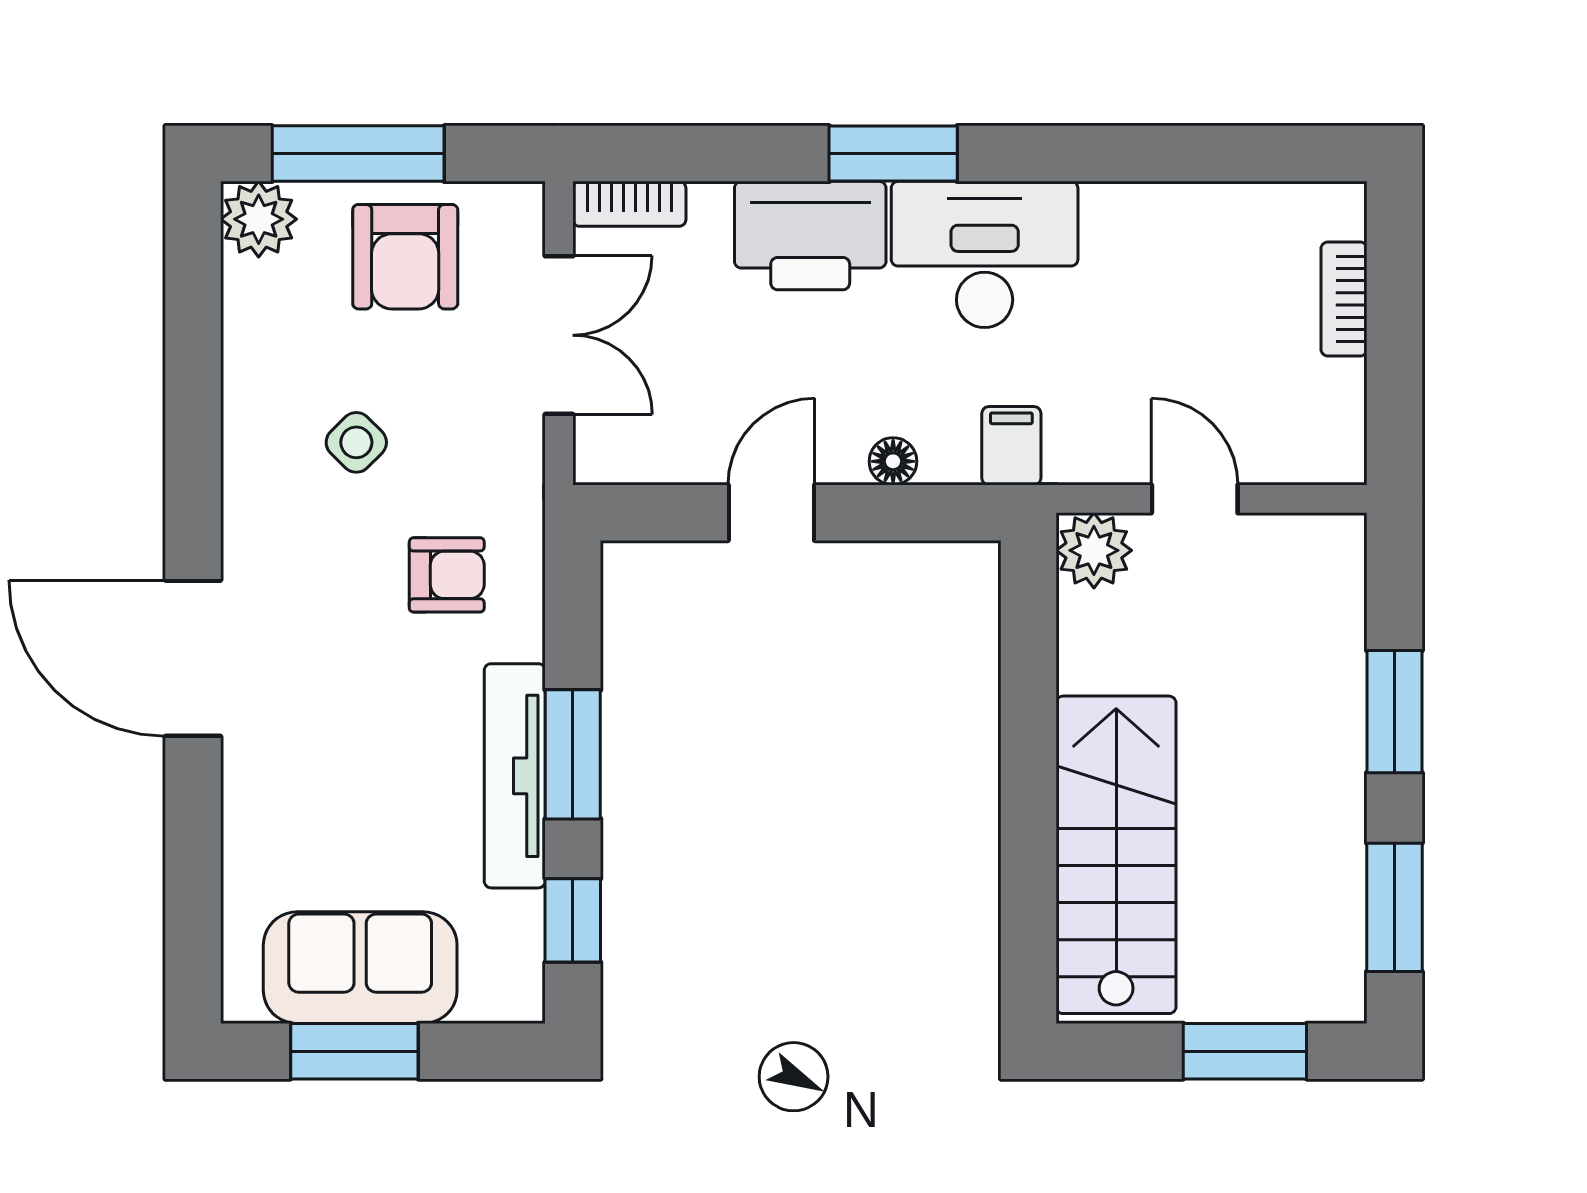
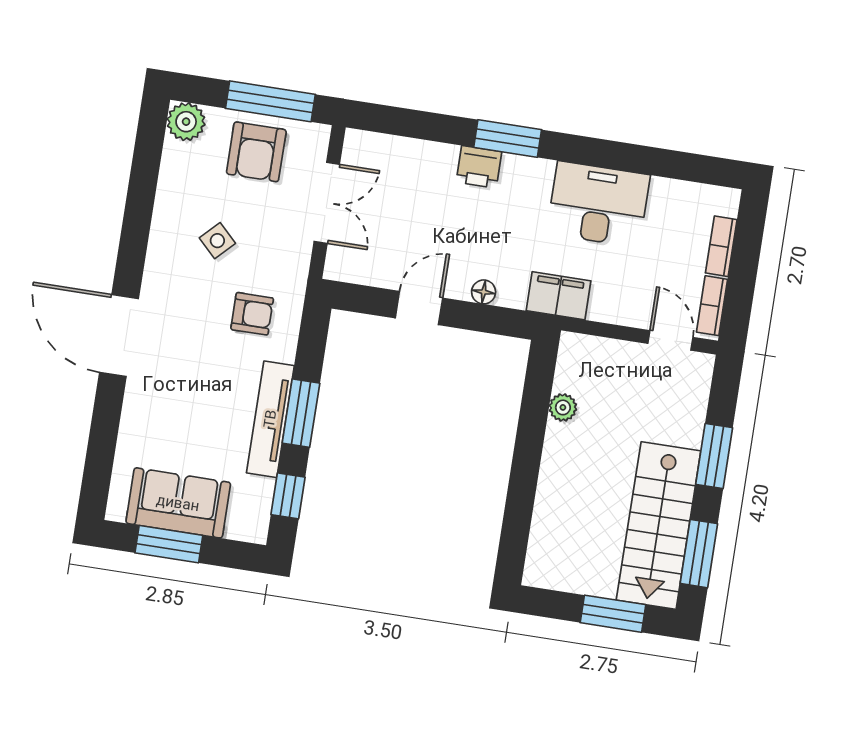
window: (358, 154) -> (270, 101), moved
bookcase: (629, 204) -> (712, 306), moved, turned 90
printer: (810, 236) -> (479, 167), width x0.53, depth x0.68
desk: (985, 254) -> (598, 204), moved
filing cabinet: (1011, 446) -> (559, 296), width x2.00
door: (1195, 499) -> (670, 340), moved
plant: (1094, 550) -> (563, 407), moved, width x0.73, depth x0.73
stairs: (1116, 855) -> (659, 526), moved, turned 180

